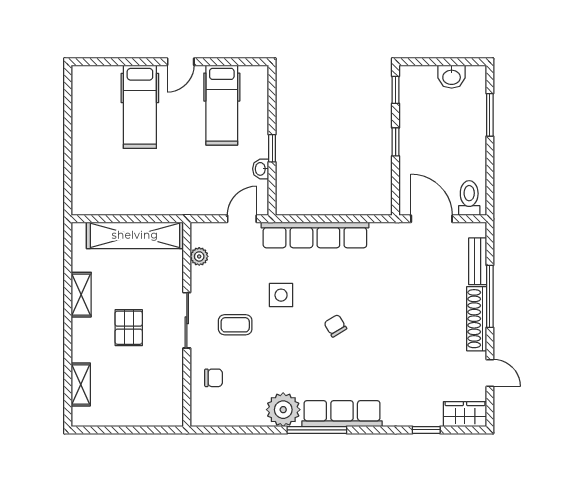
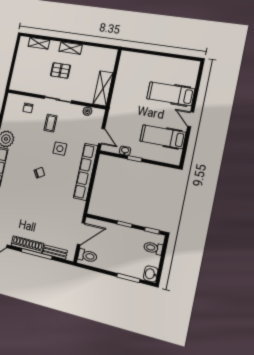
washbasin: (452, 77) -> (151, 274), moved
toilet: (426, 82) -> (153, 248), added
shelving: (135, 235) -> (103, 88), width x0.68
shelving: (81, 295) -> (71, 48), moved

